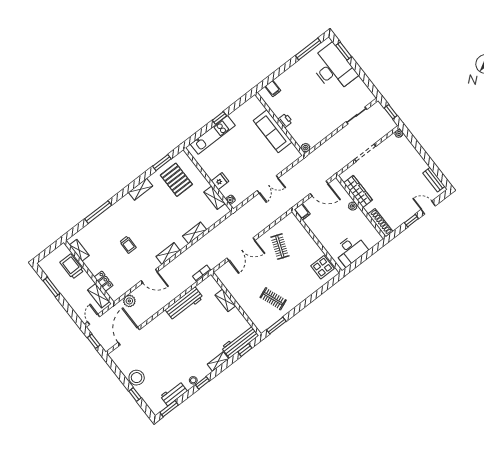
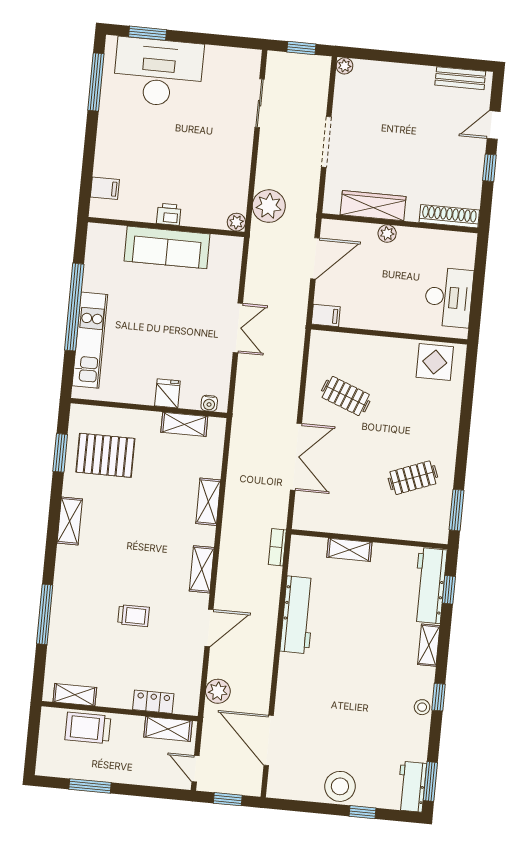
window: (219, 118) -> (74, 307), width x3.17
plant: (322, 154) -> (269, 206), added
workbench: (174, 394) -> (412, 787), moved

